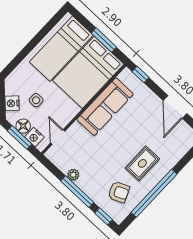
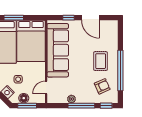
window: (104, 40) -> (14, 18), moved
window: (141, 75) -> (69, 18), moved
sofa: (105, 107) -> (58, 50), width x1.36, depth x1.27
nightstand: (34, 137) -> (34, 98), removed
door: (58, 137) -> (46, 87), hinge flipped

